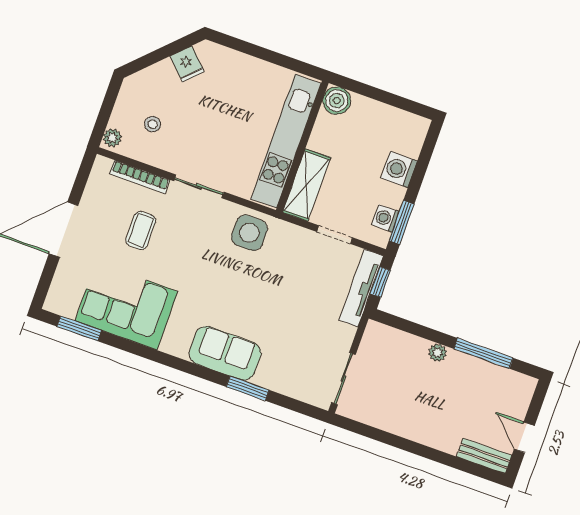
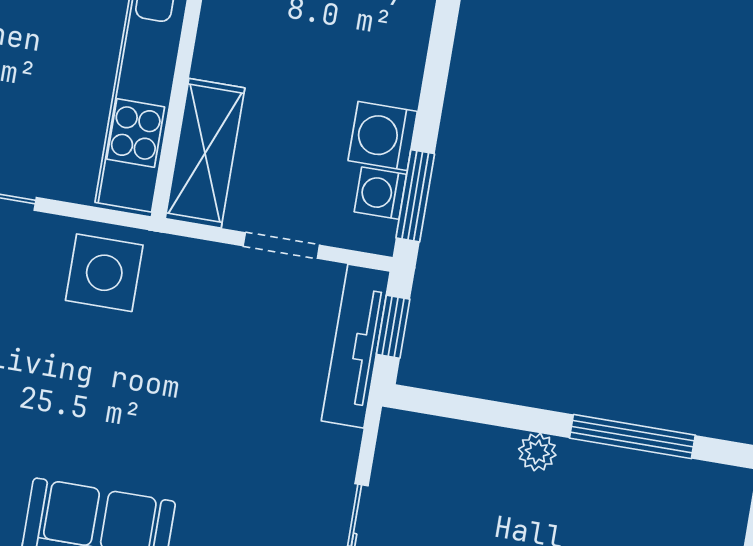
washing machine: (399, 170) -> (383, 136), moved

